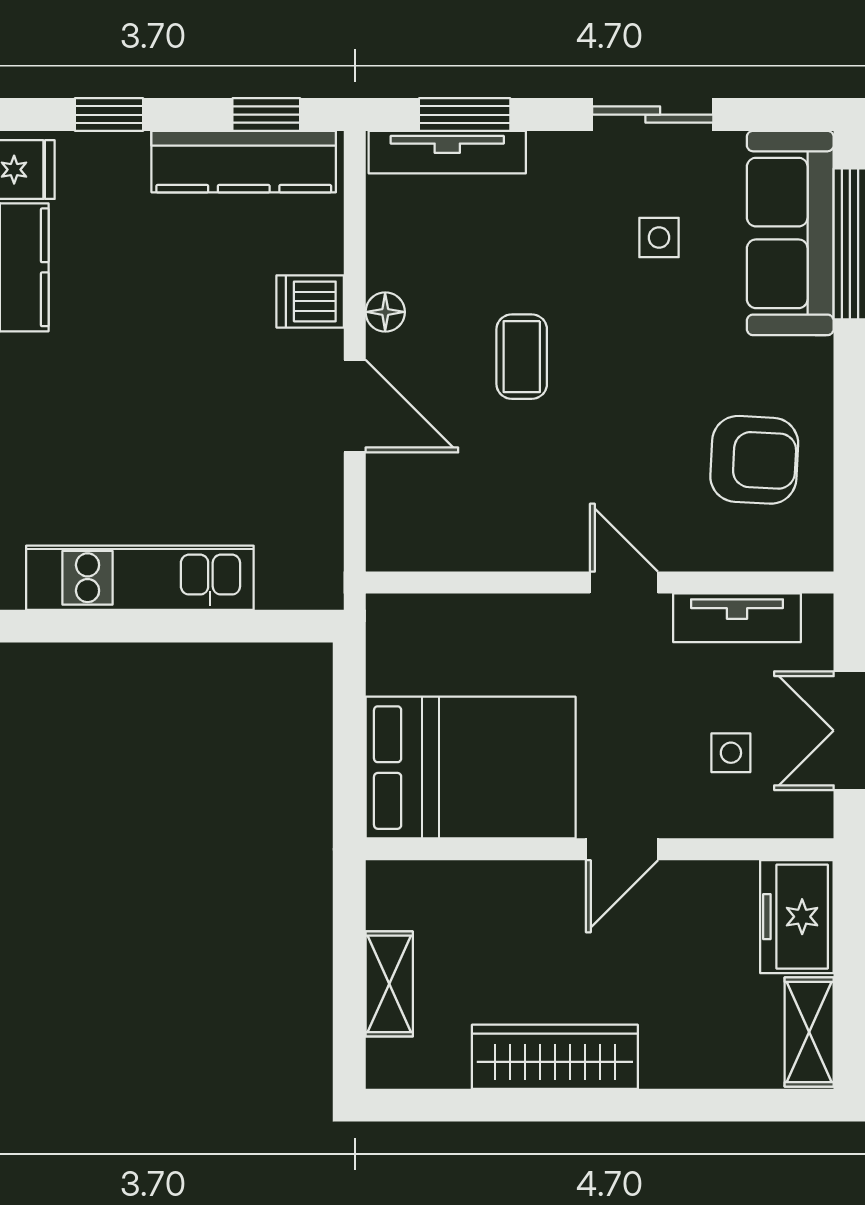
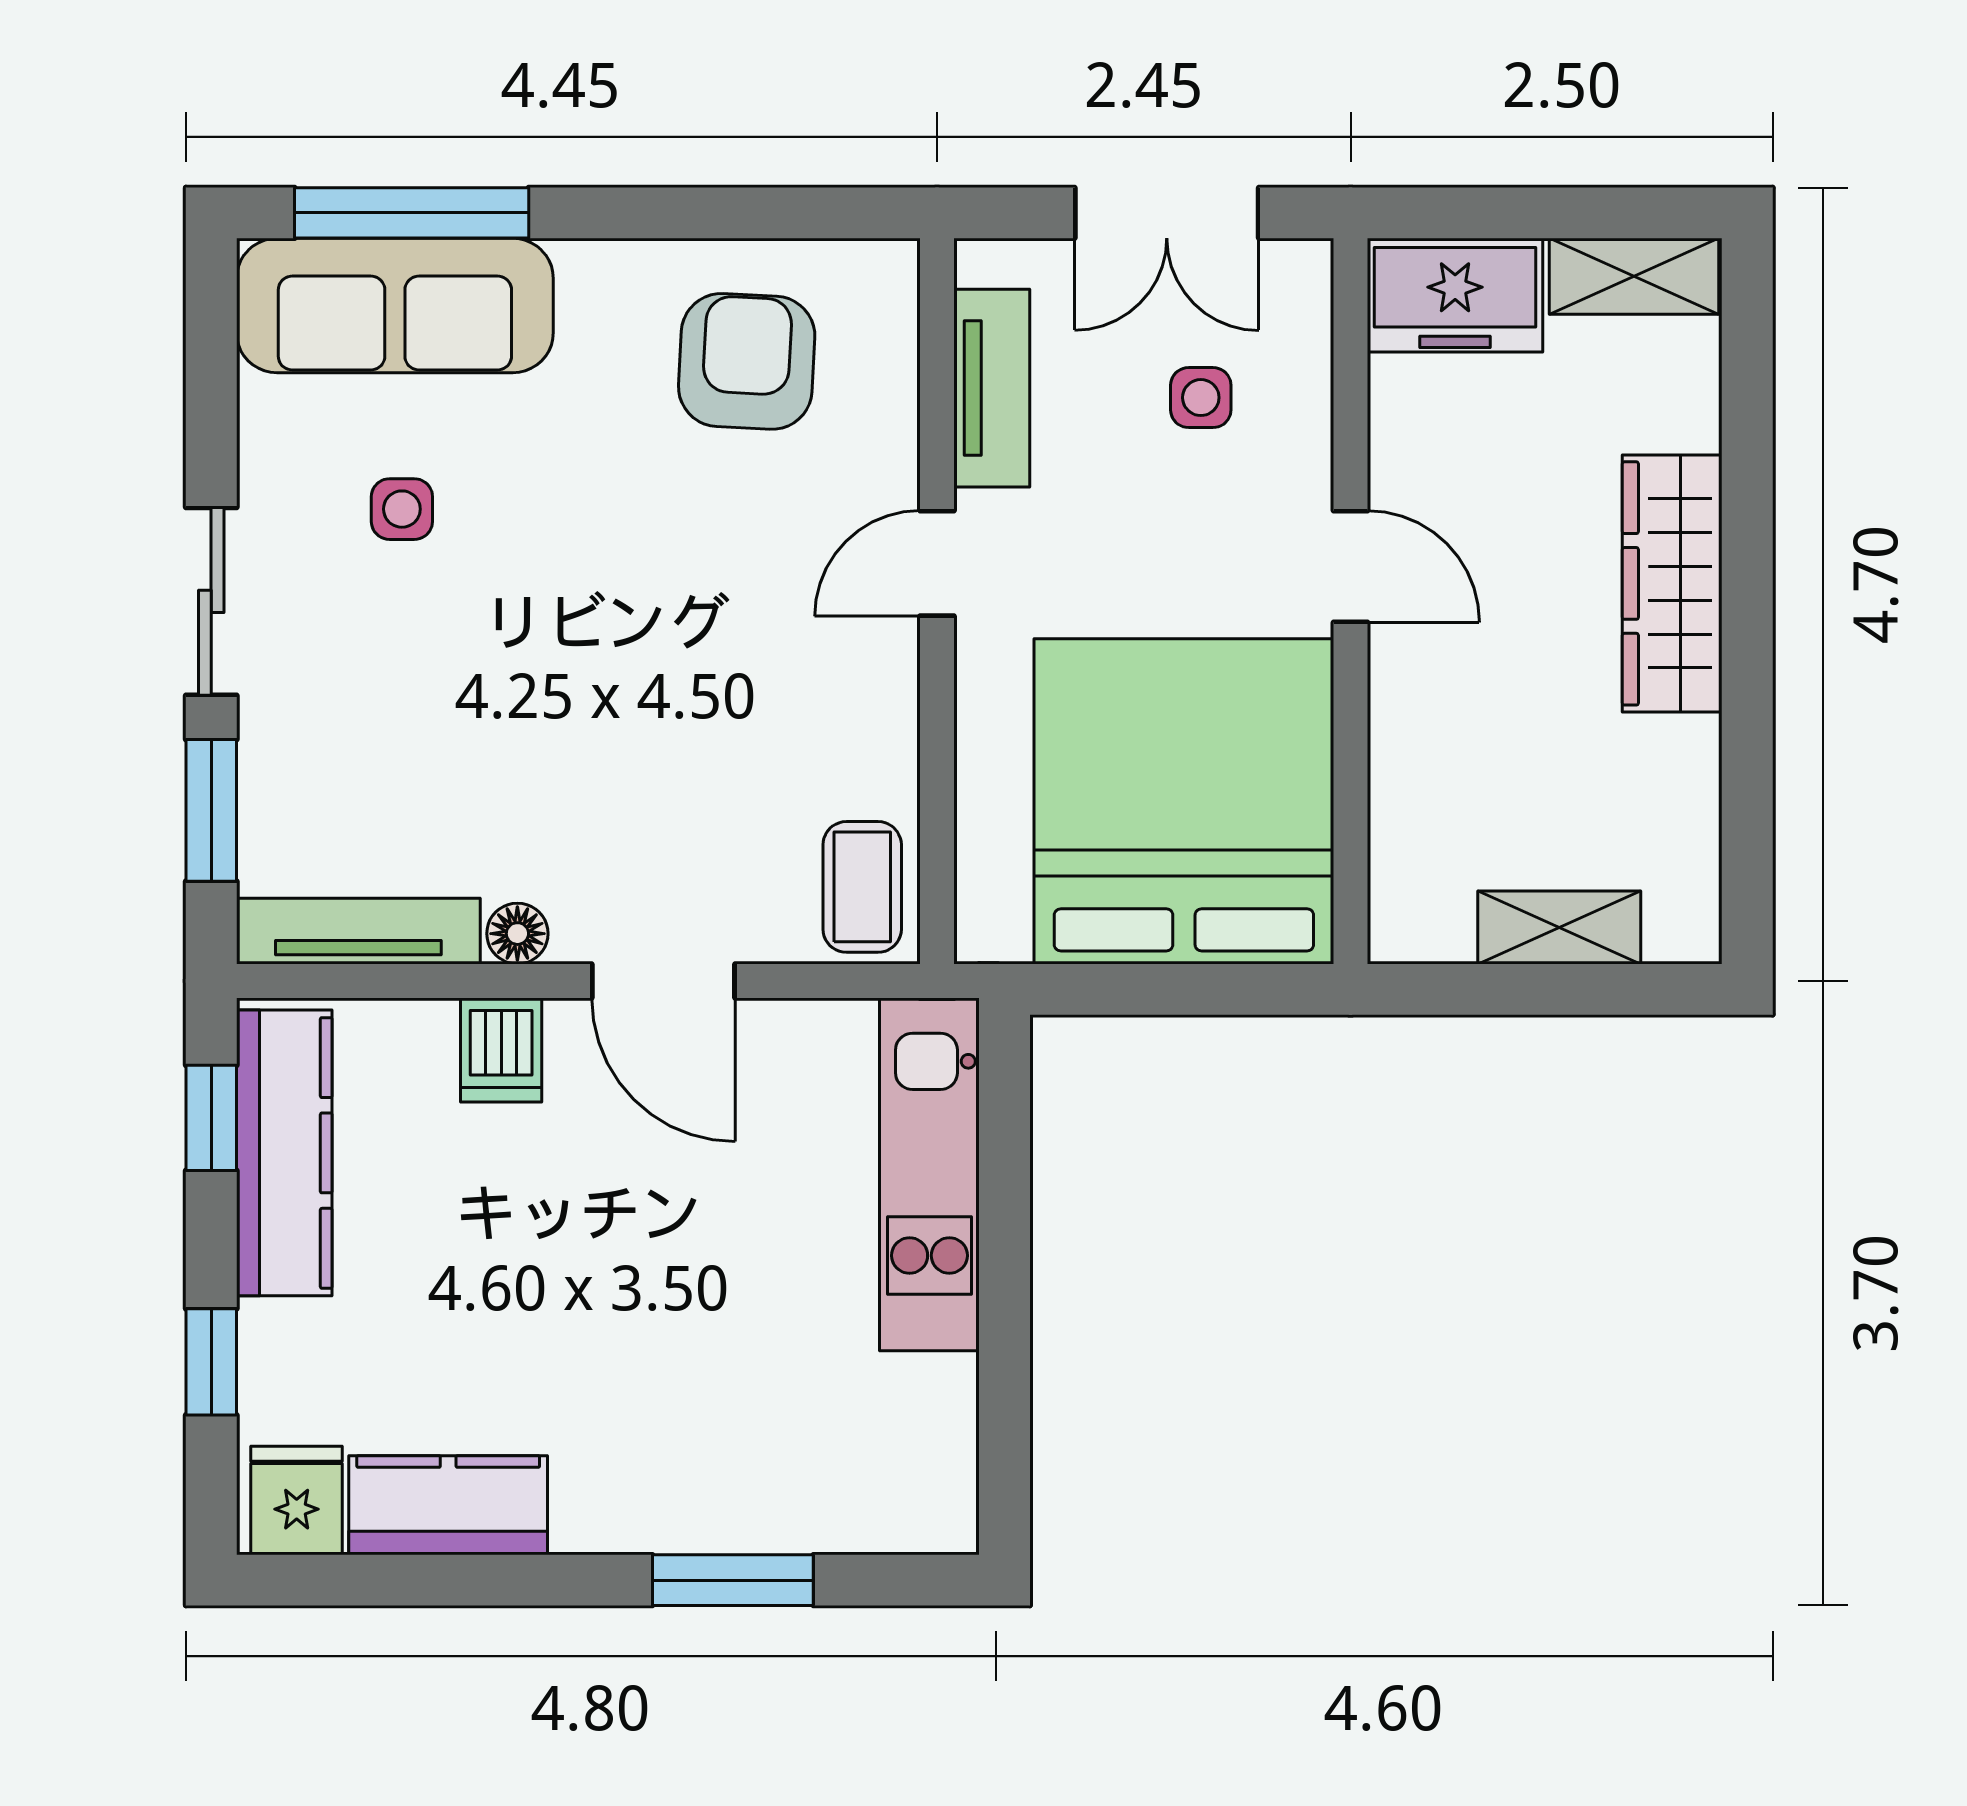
sliding door: (653, 115) -> (211, 601), moved
tv unit: (447, 152) -> (358, 931), moved, turned -90
coffee table: (522, 357) -> (862, 887), moved, turned 90
door: (355, 406) -> (663, 981), swing flipped
kitchen unit: (140, 578) -> (929, 1174), moved
bed: (471, 768) -> (1184, 801), width x1.36
wardrobe: (555, 1057) -> (1672, 583), moved

